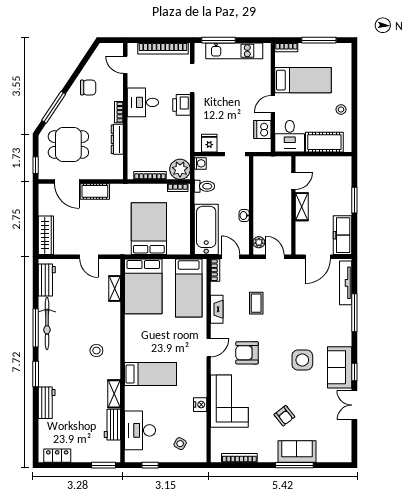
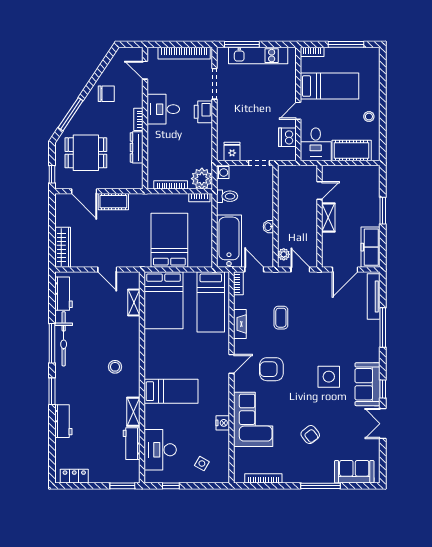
sofa: (297, 452) -> (354, 472), moved

